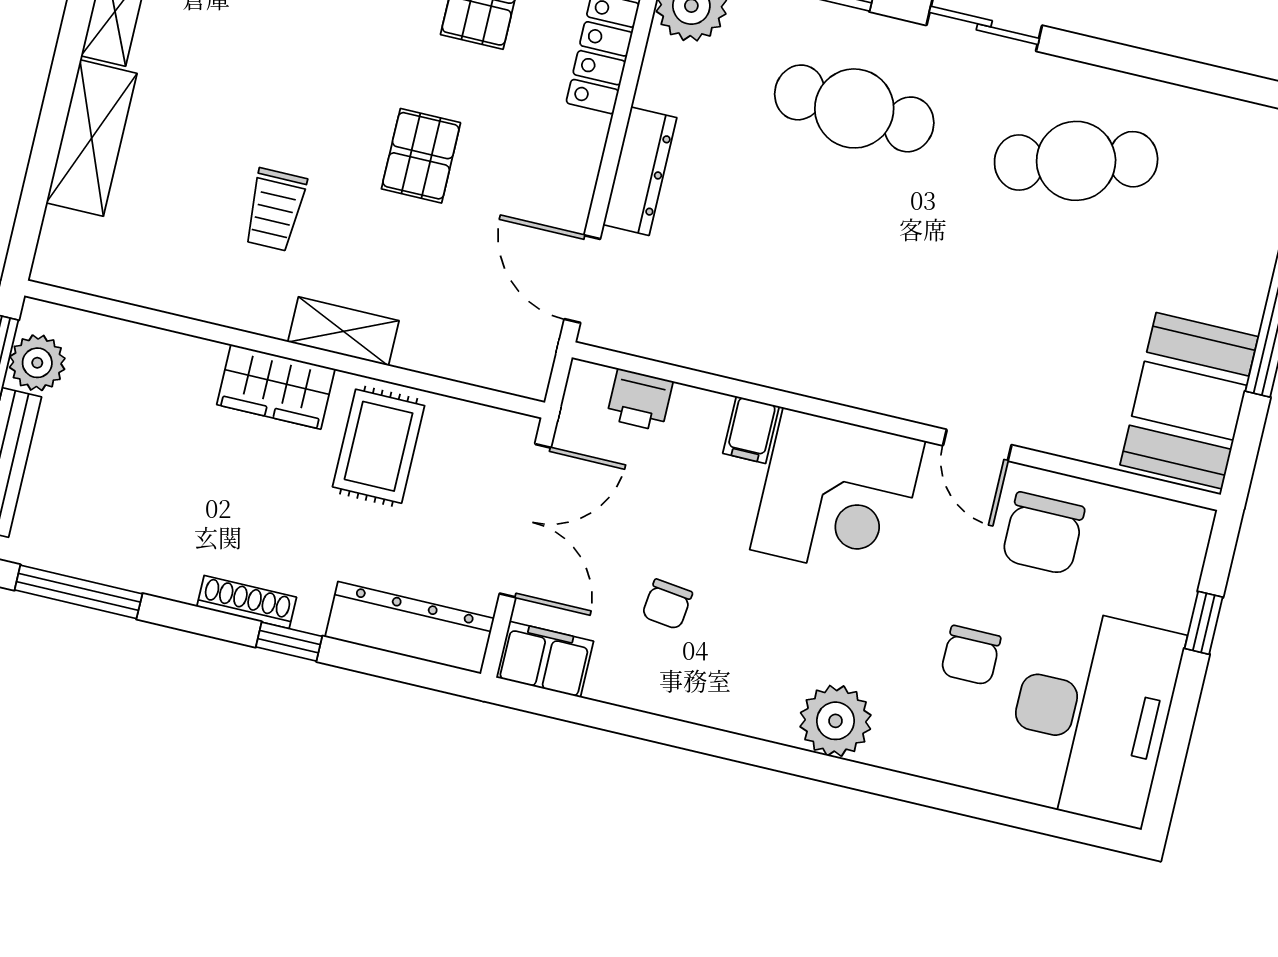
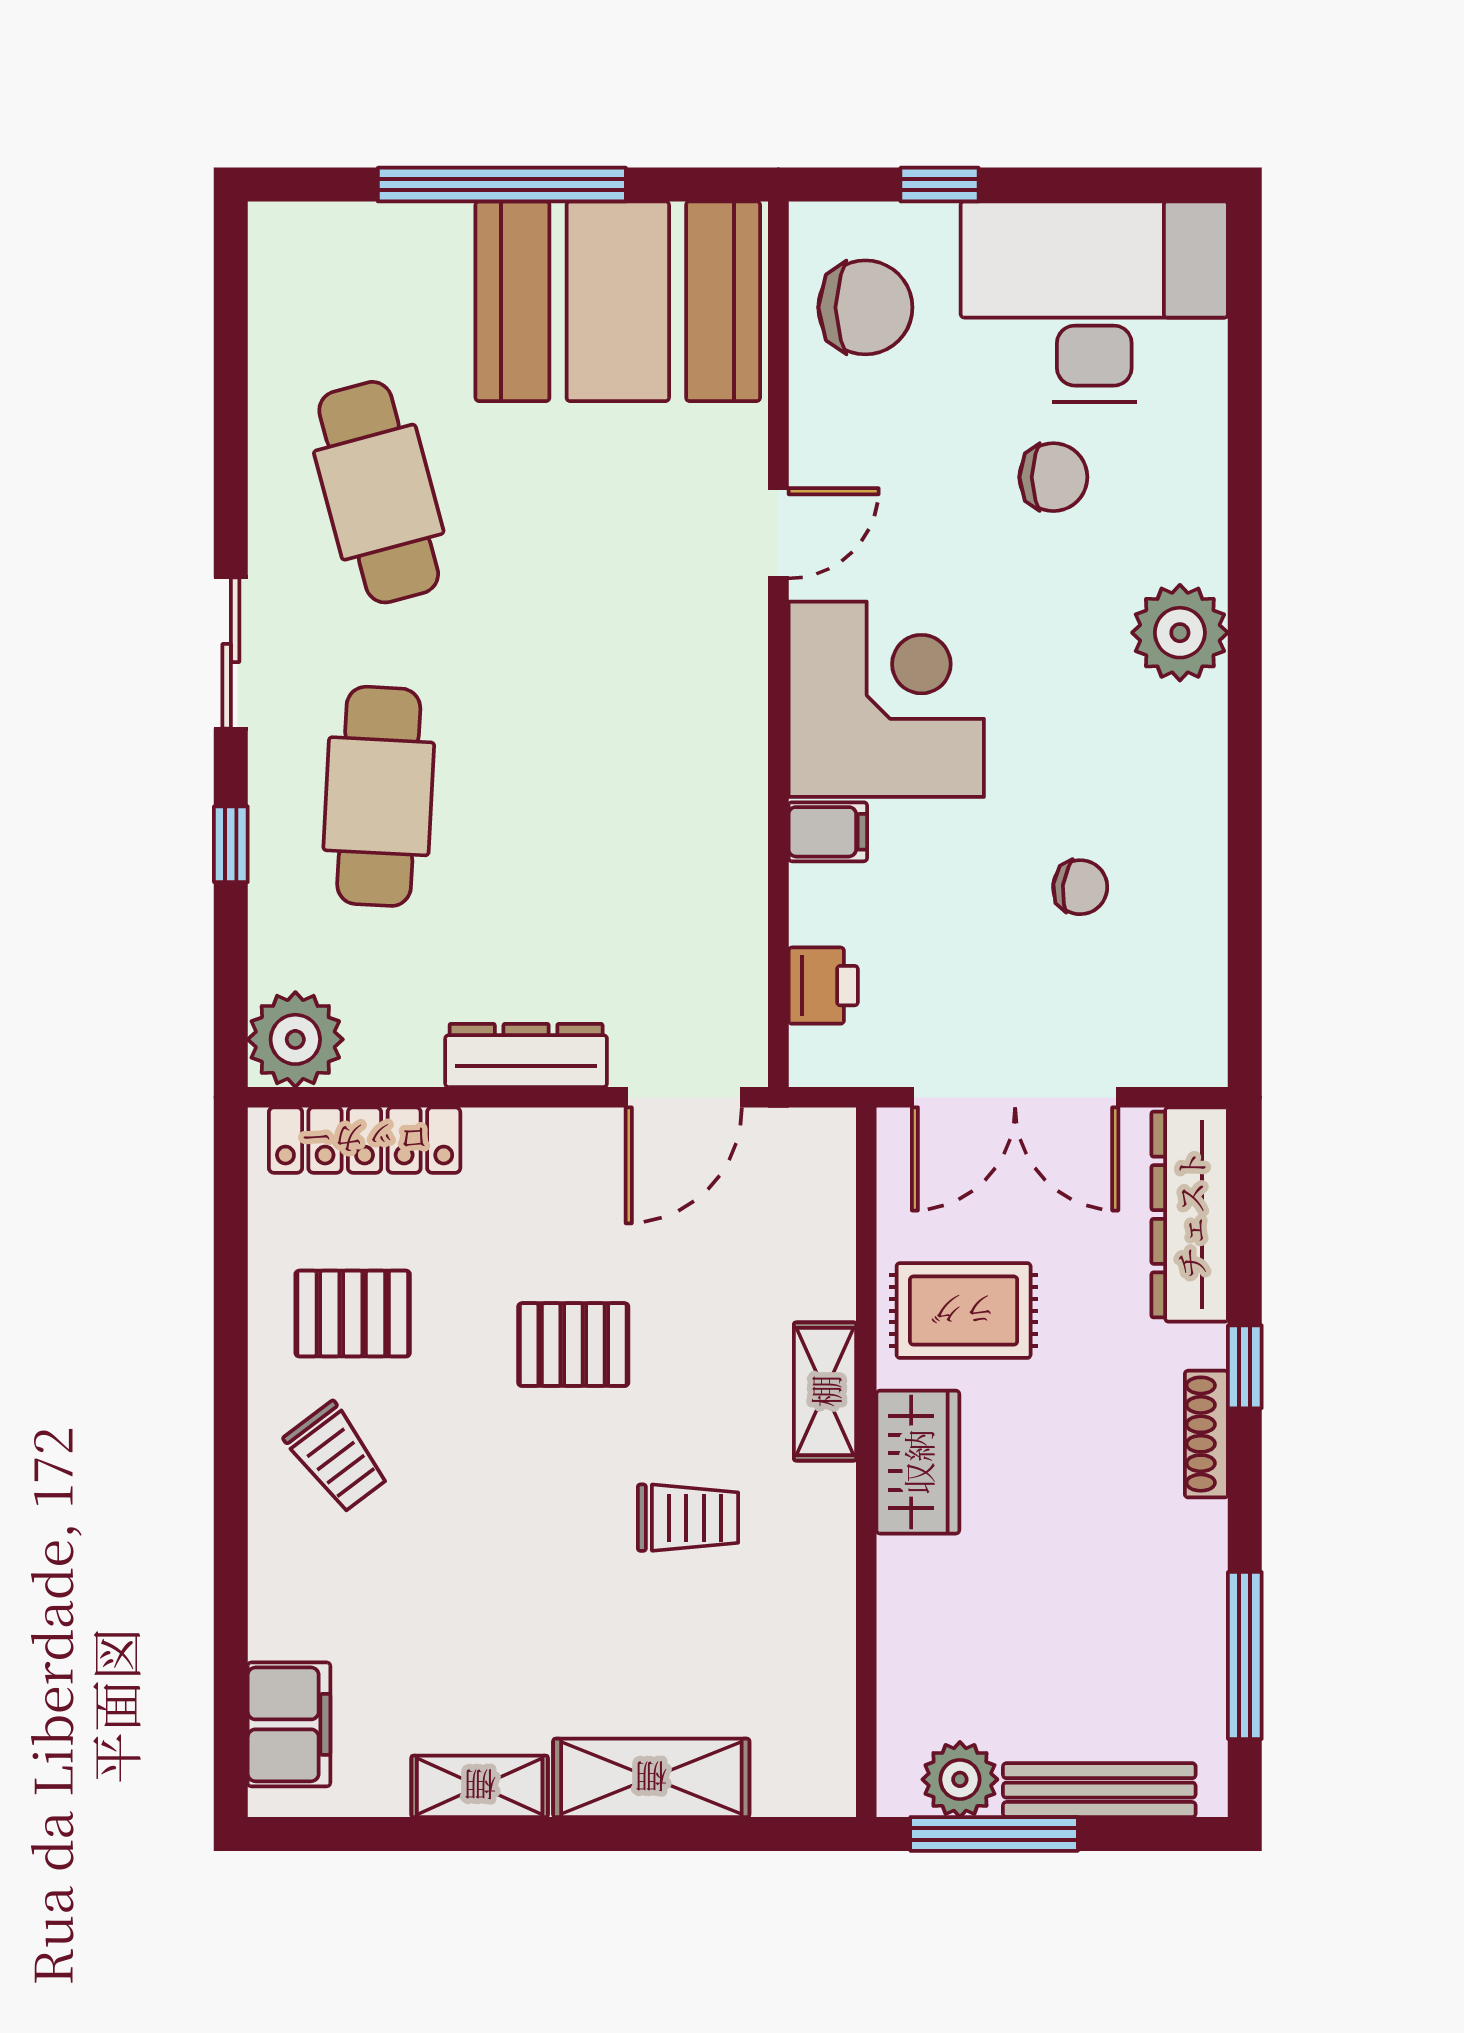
booth: (1189, 401) -> (618, 301), width x1.36, depth x1.42
double door: (525, 521) -> (1015, 1097), swing flipped
chair: (1043, 533) -> (865, 307), moved
filing cabinet: (545, 659) -> (1189, 1029), removed

